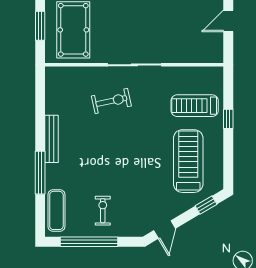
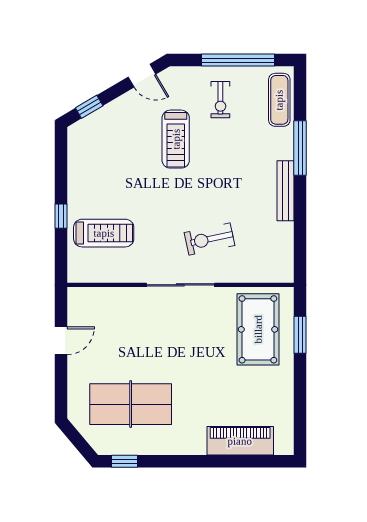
treadmill: (188, 161) -> (176, 139), moved, width x0.73, depth x0.73
door: (165, 229) -> (142, 76), swing flipped

